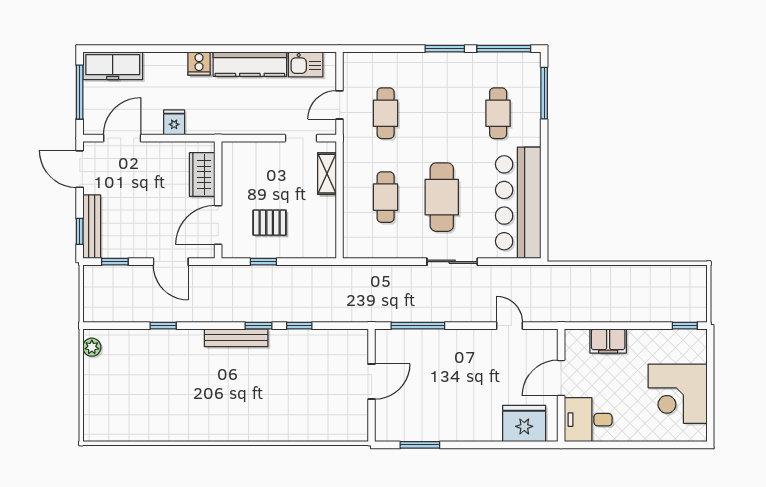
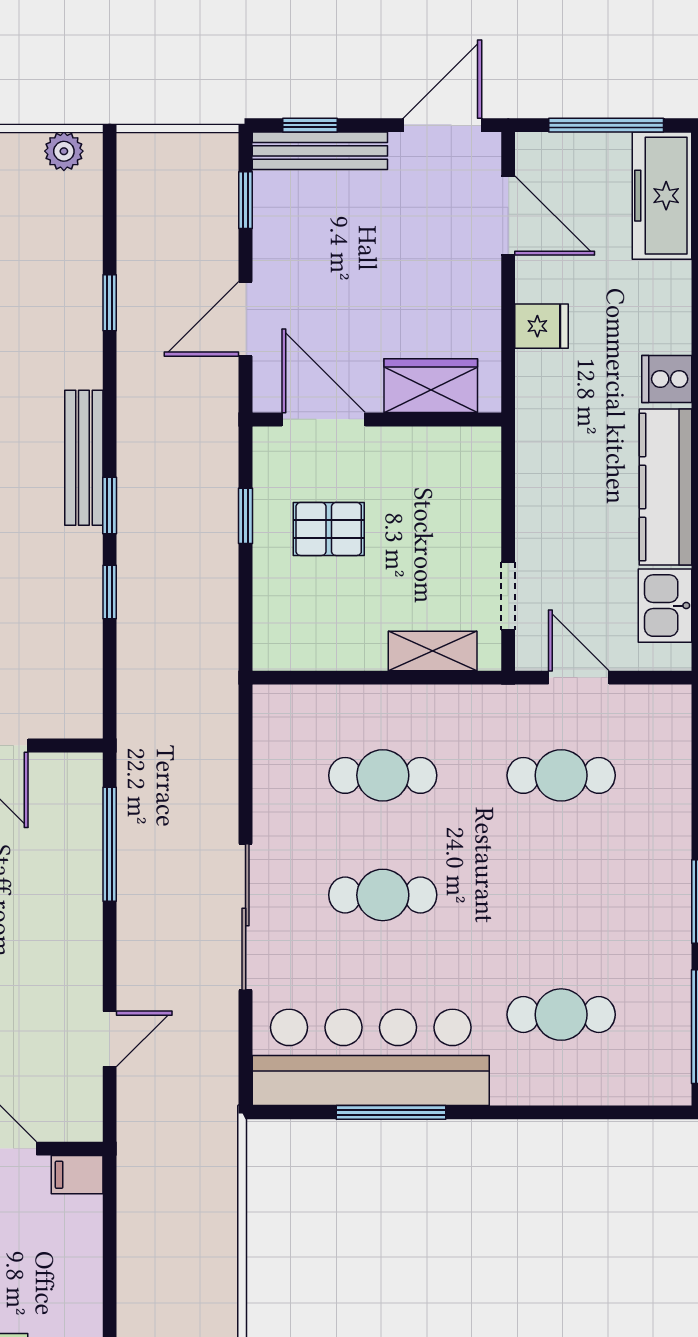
window: (544, 93) -> (391, 1112), moved
cafe table: (442, 197) -> (383, 895), width x0.73, depth x0.74
pallet: (270, 223) -> (329, 529), turned 90
sliding door: (452, 262) -> (246, 917), width x1.37
filing cabinet: (608, 341) -> (77, 1175), moved, width x0.50

